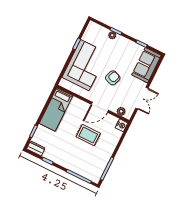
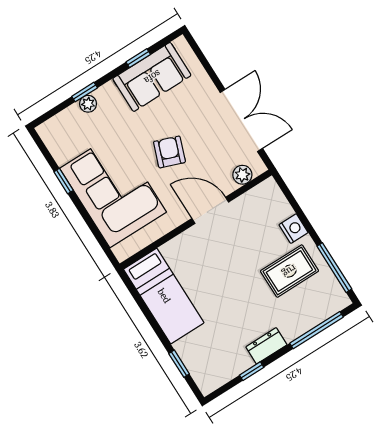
sofa: (146, 65) -> (152, 77), moved, turned -90
double door: (142, 98) -> (241, 120), width x1.37
door: (100, 107) -> (210, 210), swing flipped
nightstand: (121, 125) -> (294, 229), moved
rug: (88, 135) -> (289, 271), moved
dresser: (36, 148) -> (266, 346), moved

